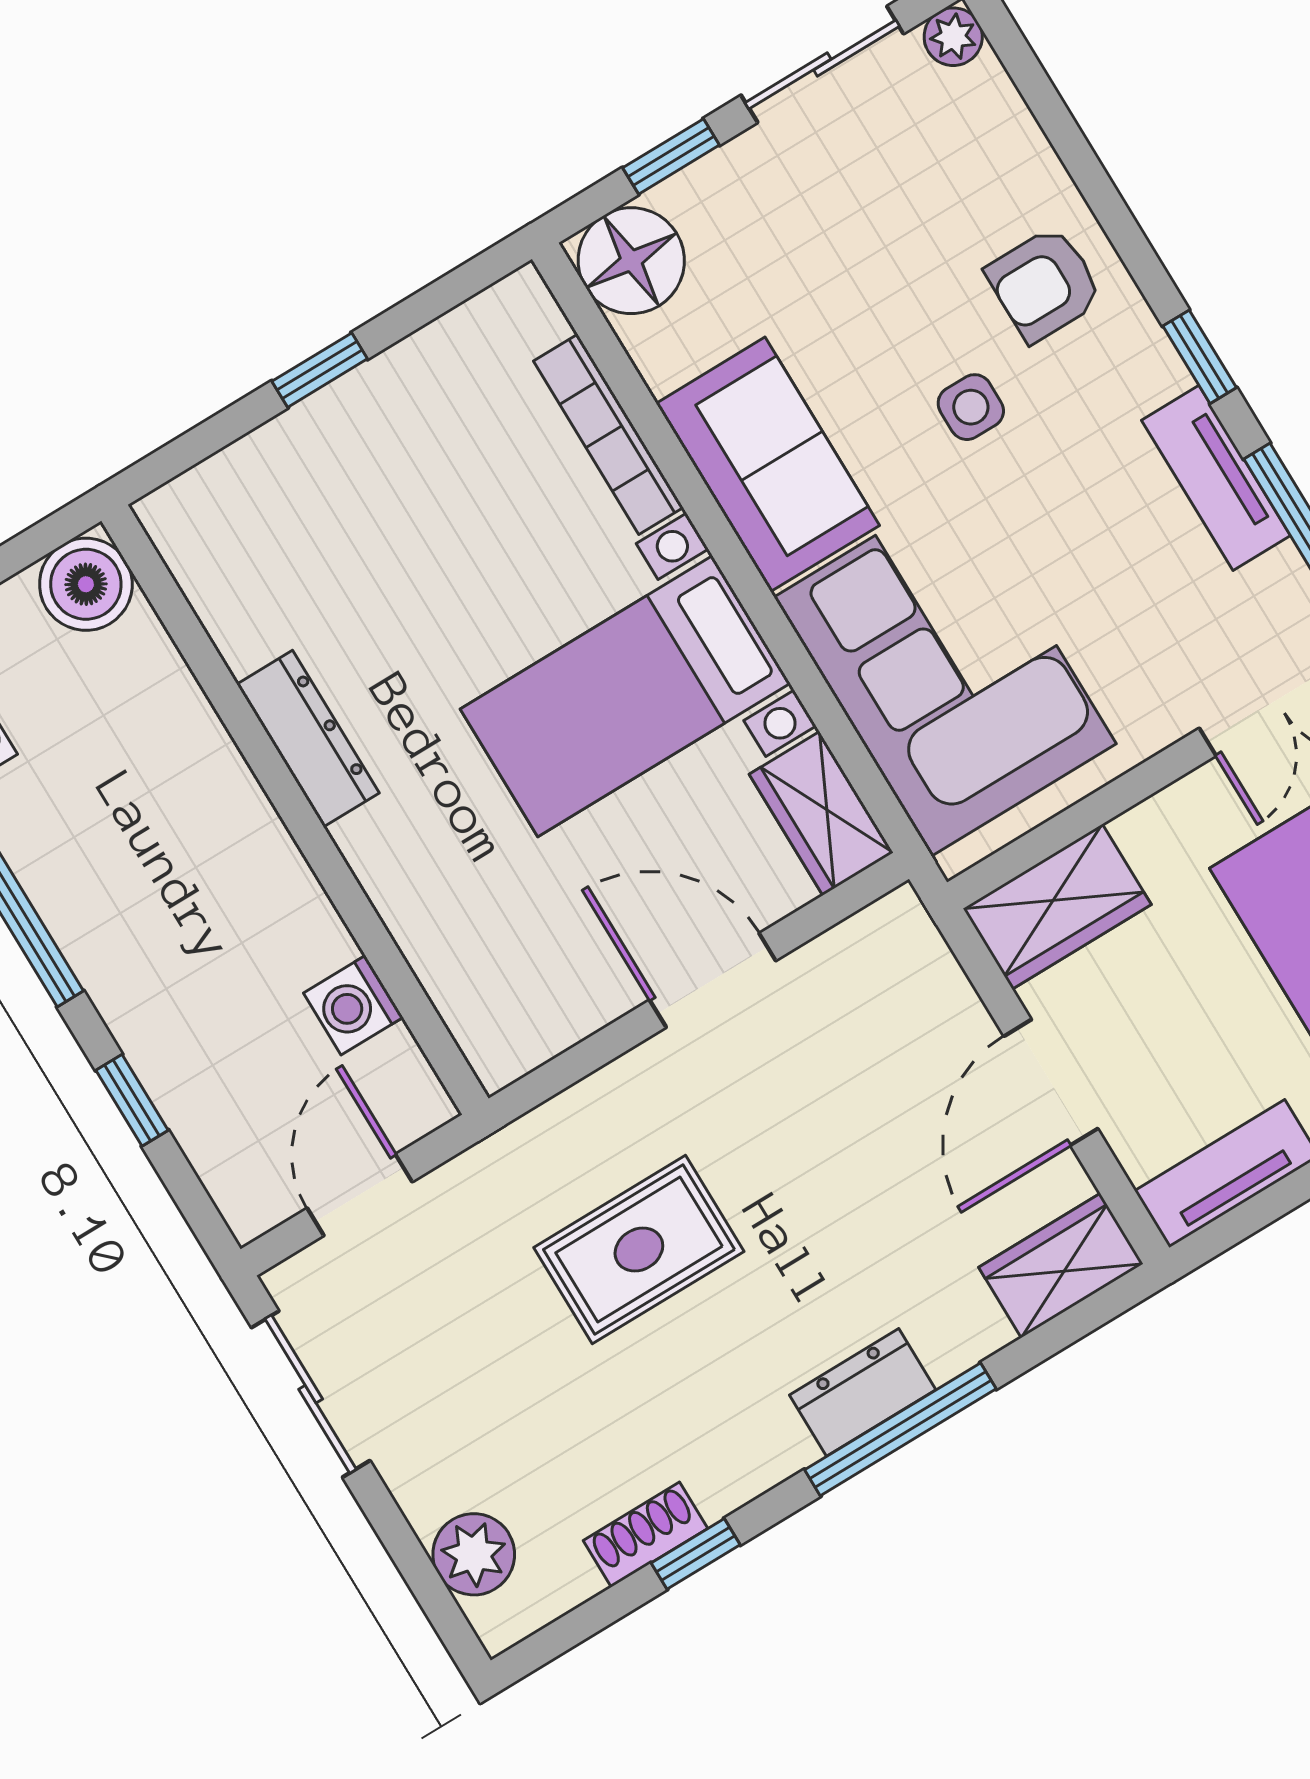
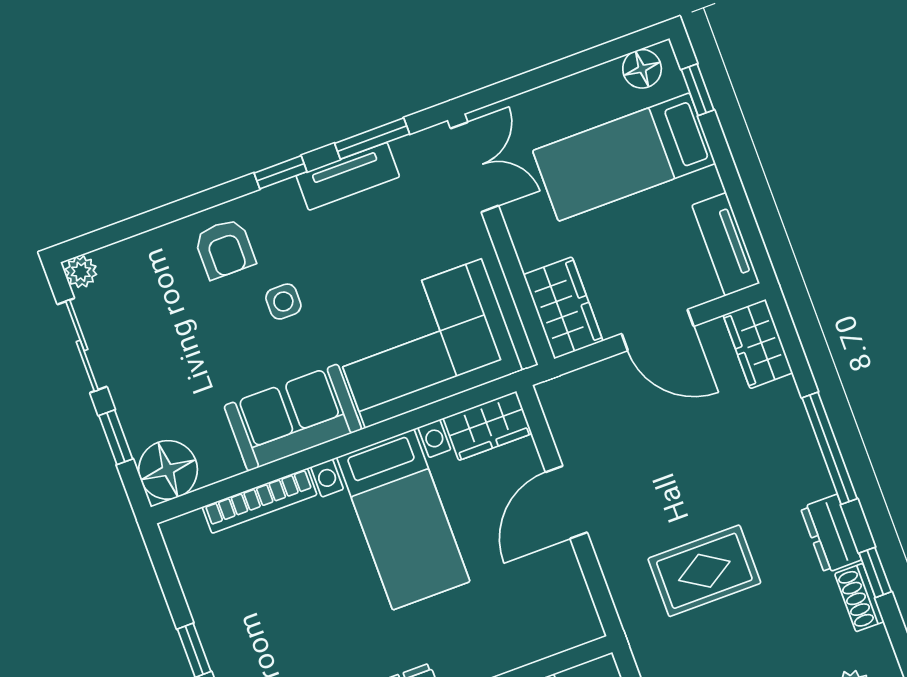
rug: (639, 1250) -> (704, 571), turned 90
dresser: (863, 1392) -> (831, 534), moved

